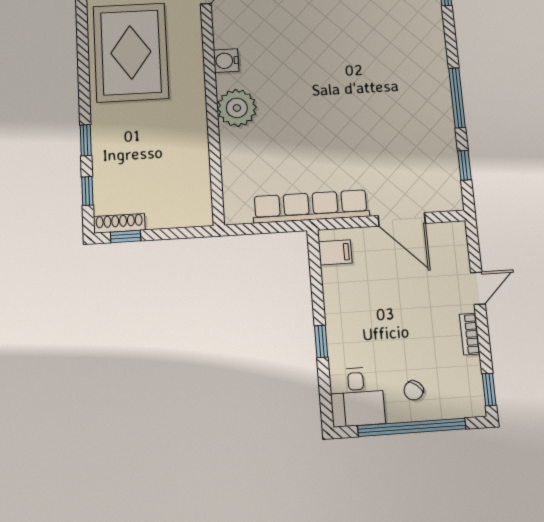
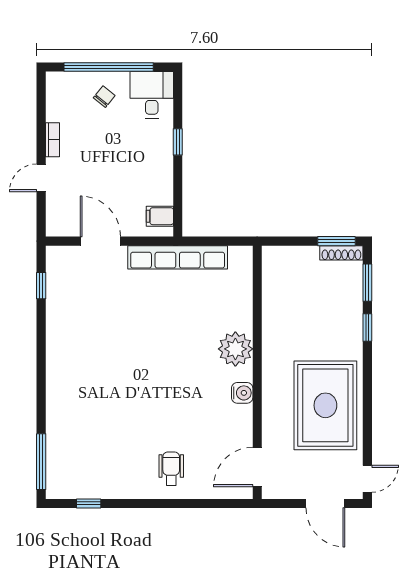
window: (457, 98) -> (41, 347), removed
window: (87, 191) -> (367, 283), width x1.50
window: (126, 236) -> (337, 241), width x1.50
window: (489, 389) -> (41, 93), removed

